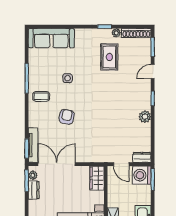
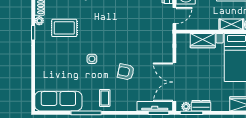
sofa: (51, 38) -> (58, 101), moved, turned -90
side table: (68, 78) -> (92, 59), moved
wardrobe: (97, 178) -> (203, 41), moved

